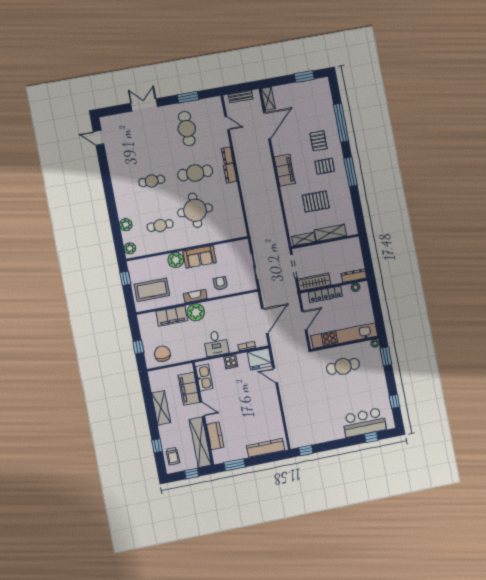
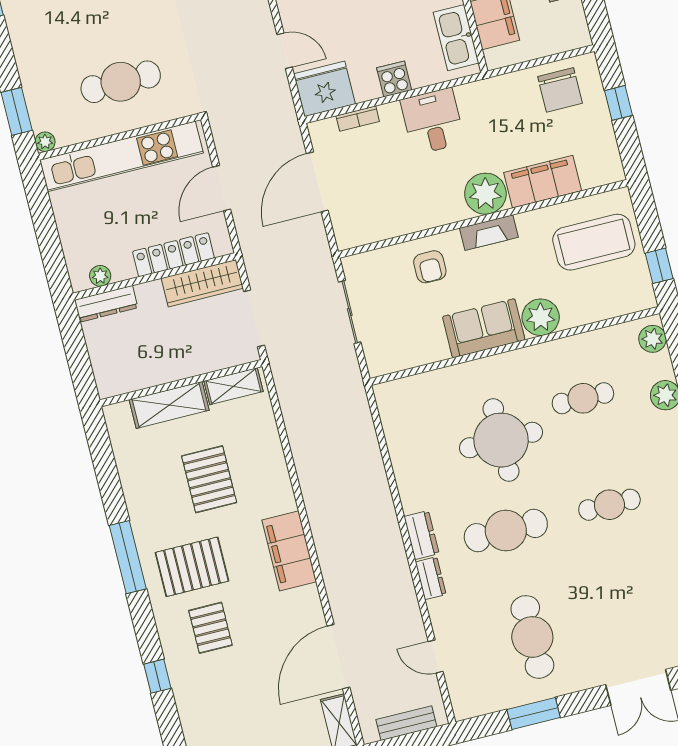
window: (341, 123) -> (157, 676), width x0.32
pallet: (325, 166) -> (192, 567), width x1.50, depth x1.42
pallet: (316, 202) -> (209, 479), turned 90

